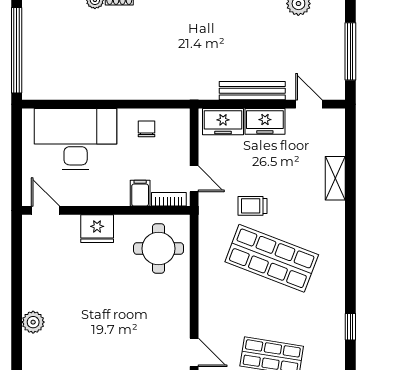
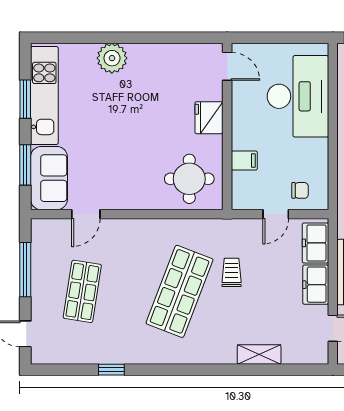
chair: (147, 129) -> (300, 190), moved
door: (194, 179) -> (276, 214), moved
bookcase: (169, 199) -> (238, 189), removed
door: (45, 210) -> (227, 66), hinge flipped
plant: (33, 322) -> (112, 58), width x1.36, depth x1.36

